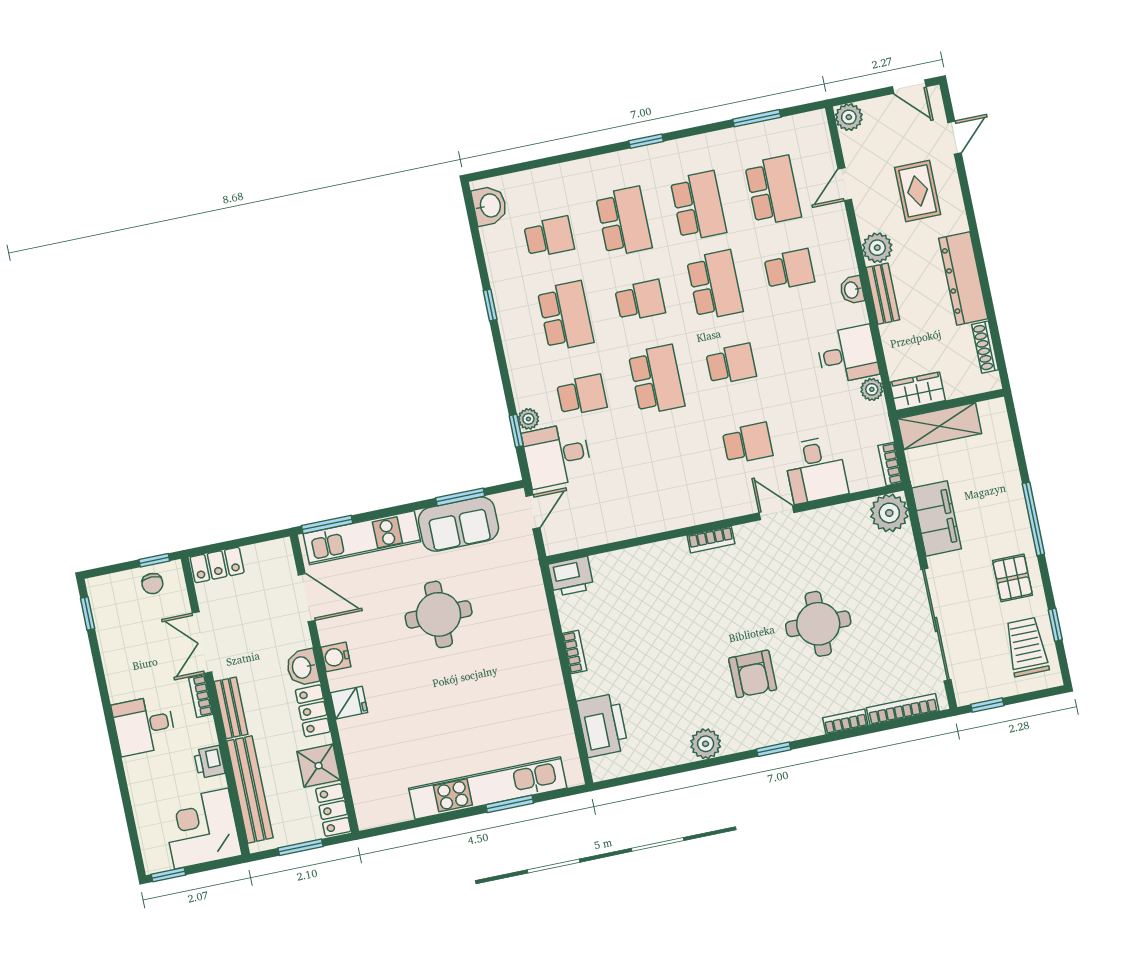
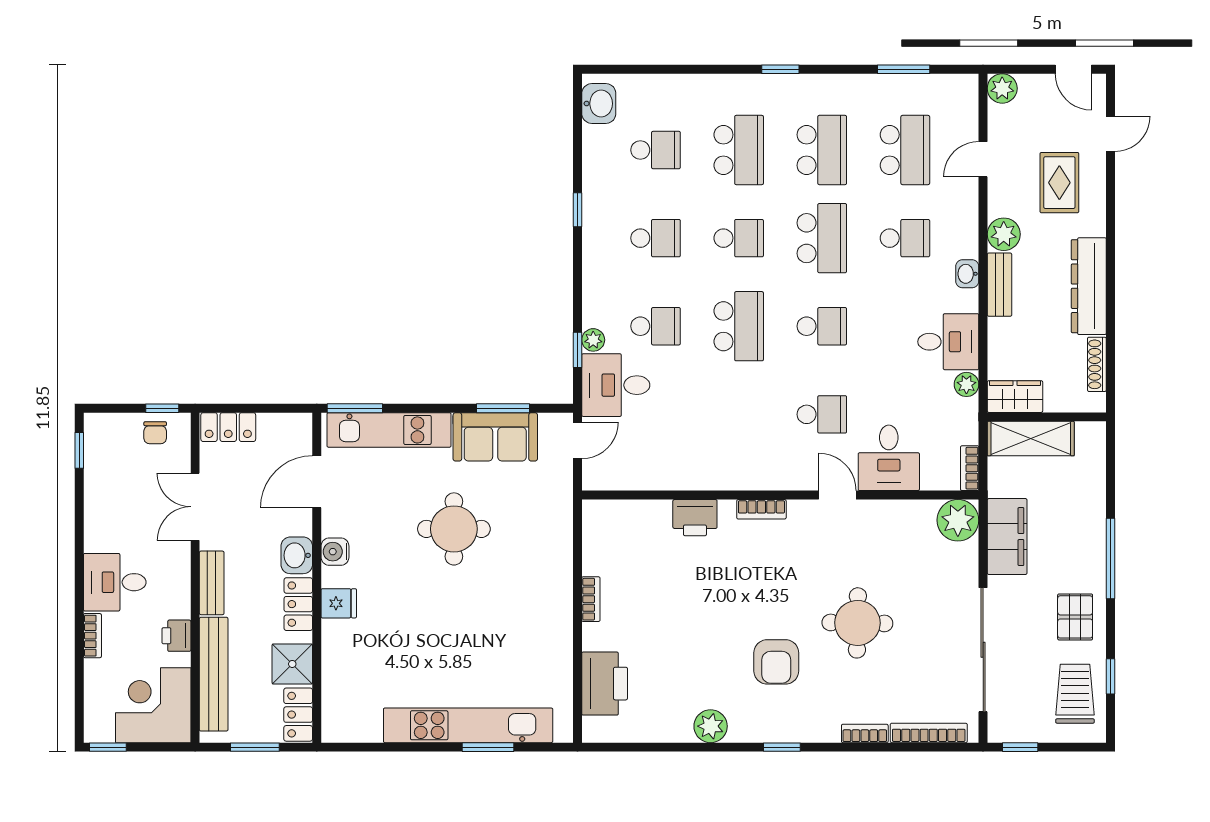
school desk: (565, 316) -> (656, 238), width x0.54
printer: (571, 576) -> (695, 518), moved
door: (307, 598) -> (317, 482), swing flipped
bookcase: (201, 696) -> (92, 636), moved, turned 180

